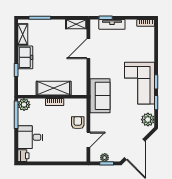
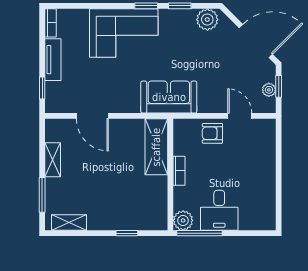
shelving: (76, 24) -> (53, 160), moved
tv unit: (112, 24) -> (53, 60), moved
freezer: (25, 57) -> (106, 218), removed
corner sofa: (139, 83) -> (124, 33), moved
shelving: (54, 88) -> (156, 147), moved
desk: (30, 137) -> (219, 210), moved
printer: (23, 156) -> (266, 222), removed

